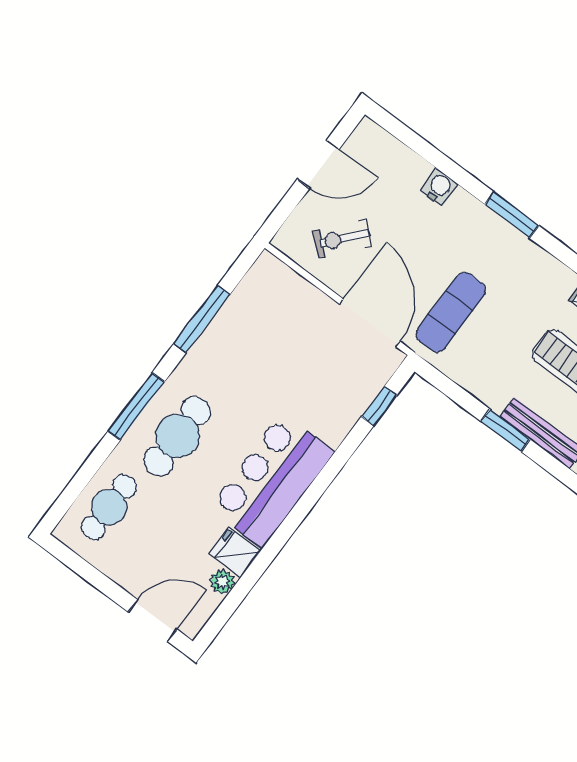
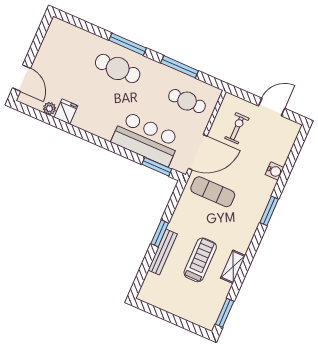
door: (318, 164) -> (272, 107), swing flipped
exercise bike: (342, 239) -> (237, 128), turned 49
window: (379, 406) -> (157, 167), width x1.50
bar counter: (272, 480) -> (146, 139), moved
cafe table: (109, 507) -> (187, 101), moved

